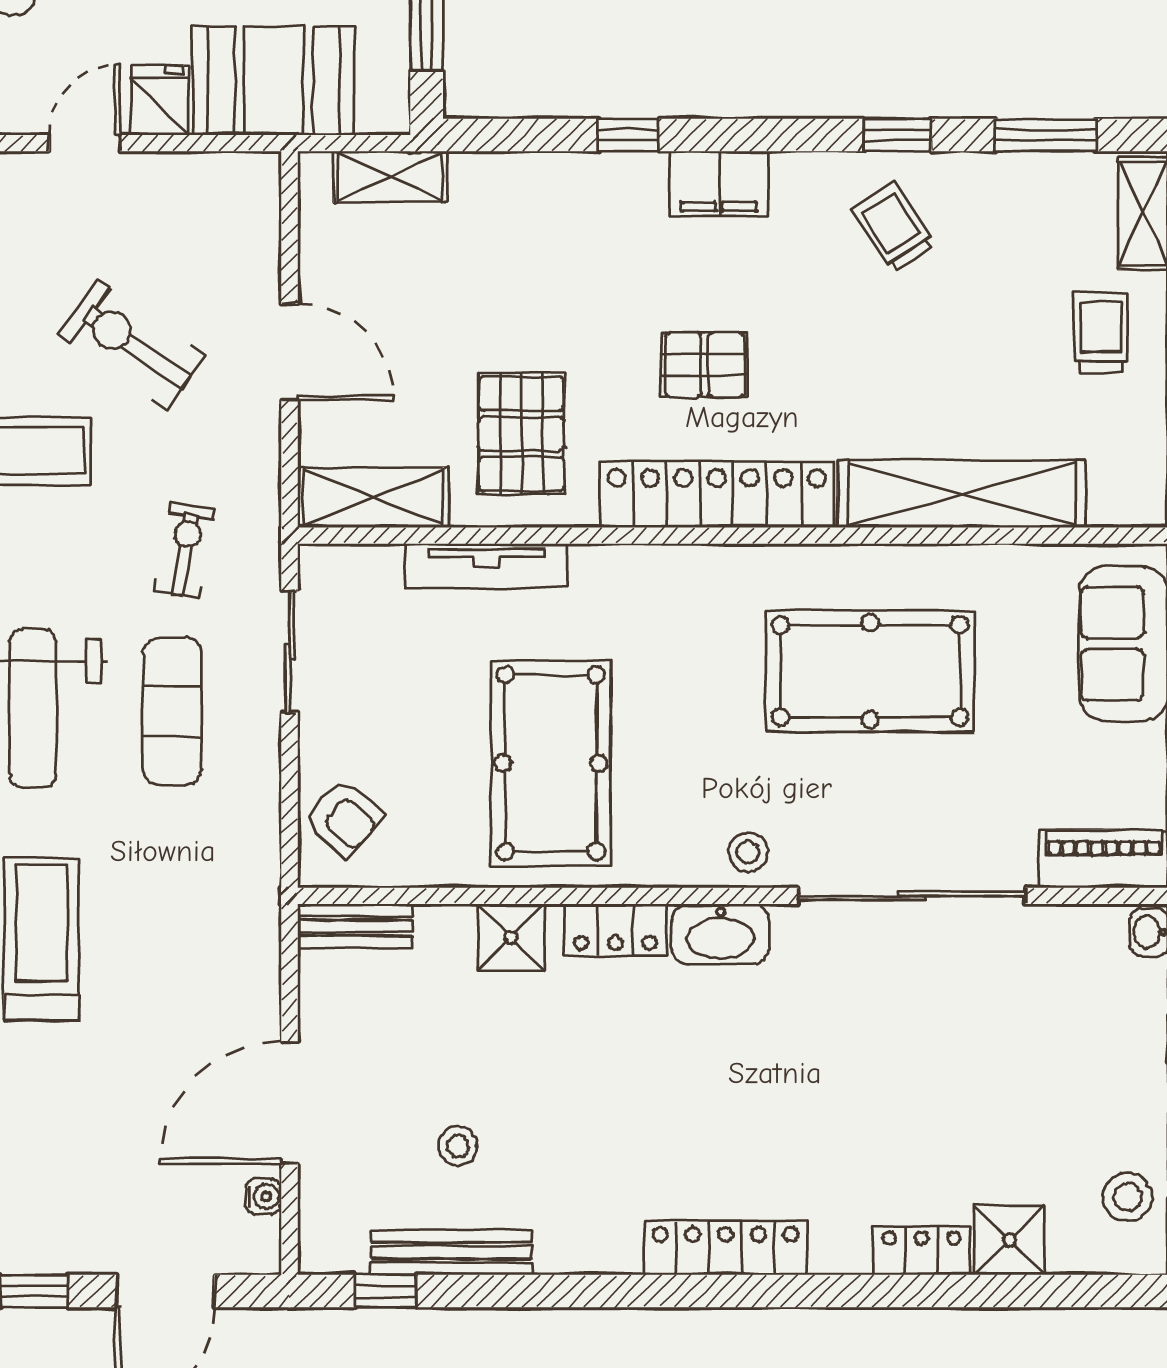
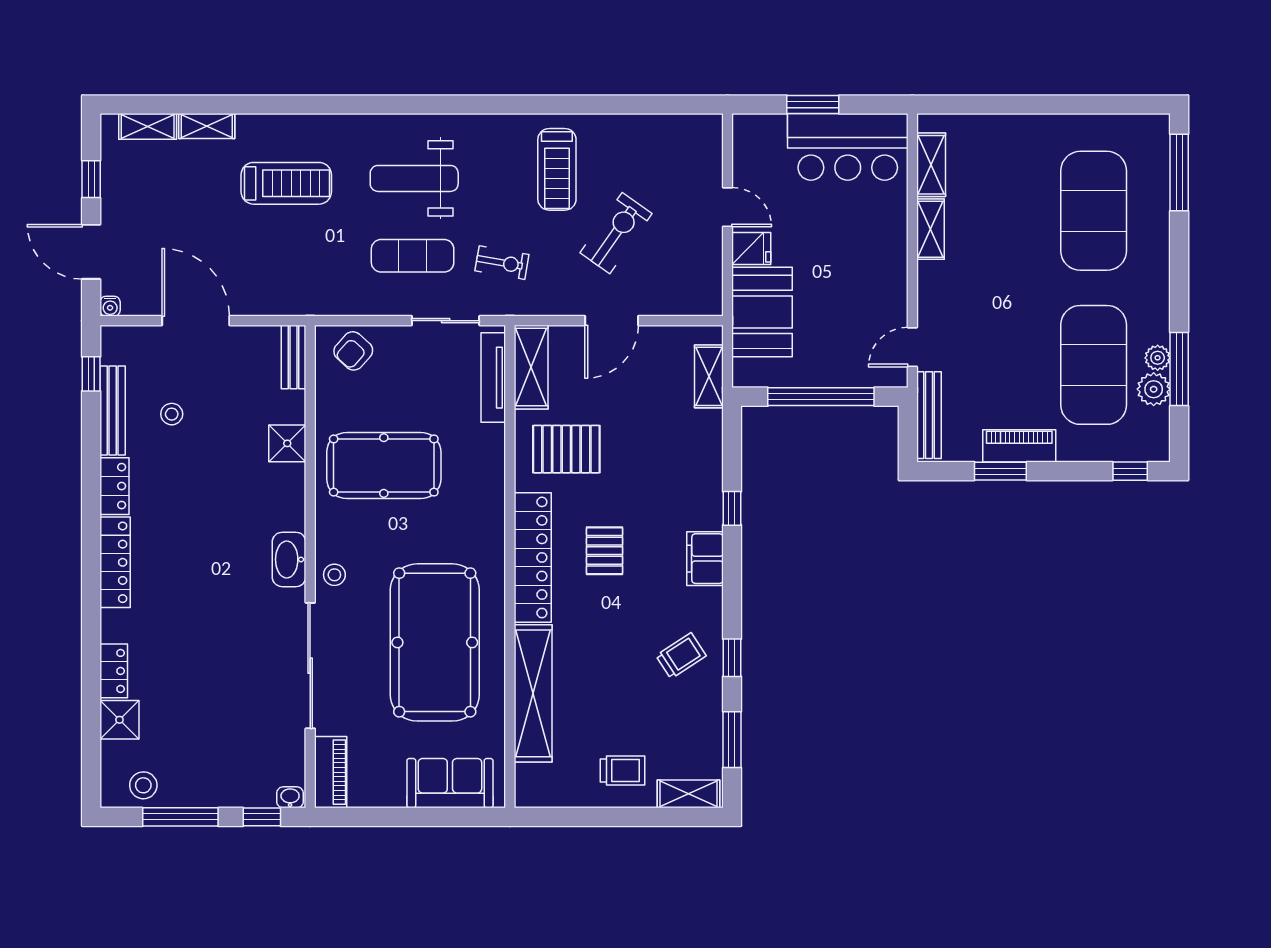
tv unit: (486, 566) -> (493, 378), moved
pool table: (870, 671) -> (435, 642), width x1.36, depth x1.32
locker: (615, 930) -> (114, 486), moved, turned 180
water cooler: (263, 1196) -> (110, 306), moved

